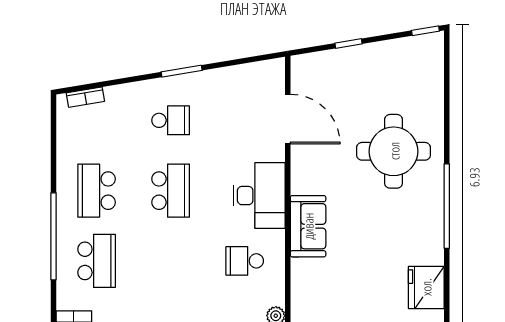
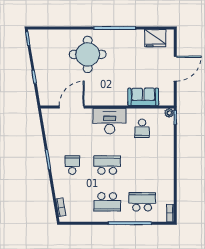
sofa: (308, 226) -> (143, 97), moved

